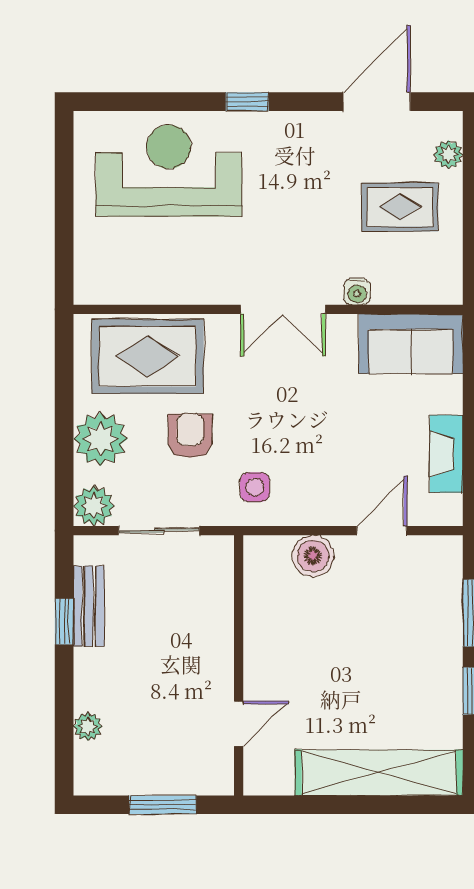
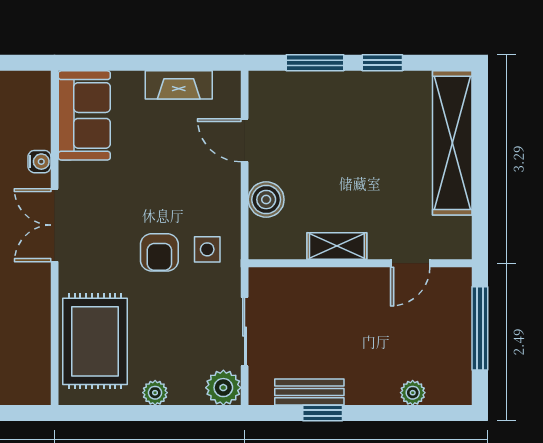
double door: (283, 309) -> (55, 225), swing flipped
armchair: (190, 436) -> (159, 252), moved, turned -90
plant: (100, 439) -> (155, 393), width x0.53, depth x0.53
shelving: (259, 638) -> (337, 246), added
door: (239, 724) -> (410, 263), swing flipped
window: (163, 805) -> (480, 328), width x1.44

